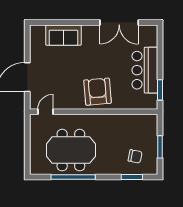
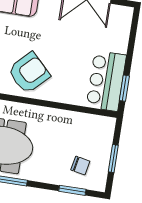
bar counter: (145, 70) -> (106, 81), moved
armchair: (98, 92) -> (29, 73), moved, turned 50

